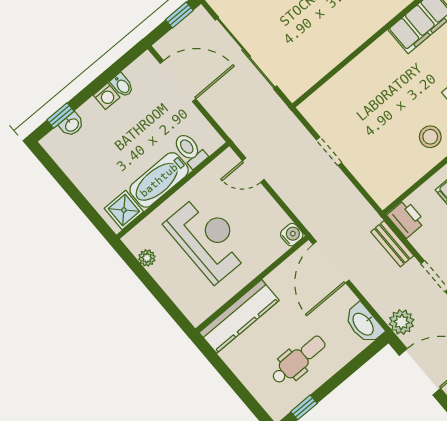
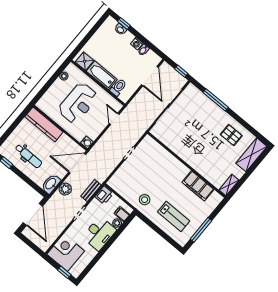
plant: (402, 322) -> (65, 189), moved

